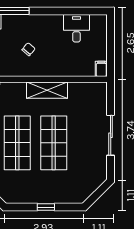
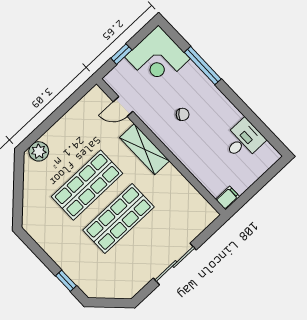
shelving: (47, 90) -> (144, 149), moved
window: (46, 207) -> (66, 281), moved

